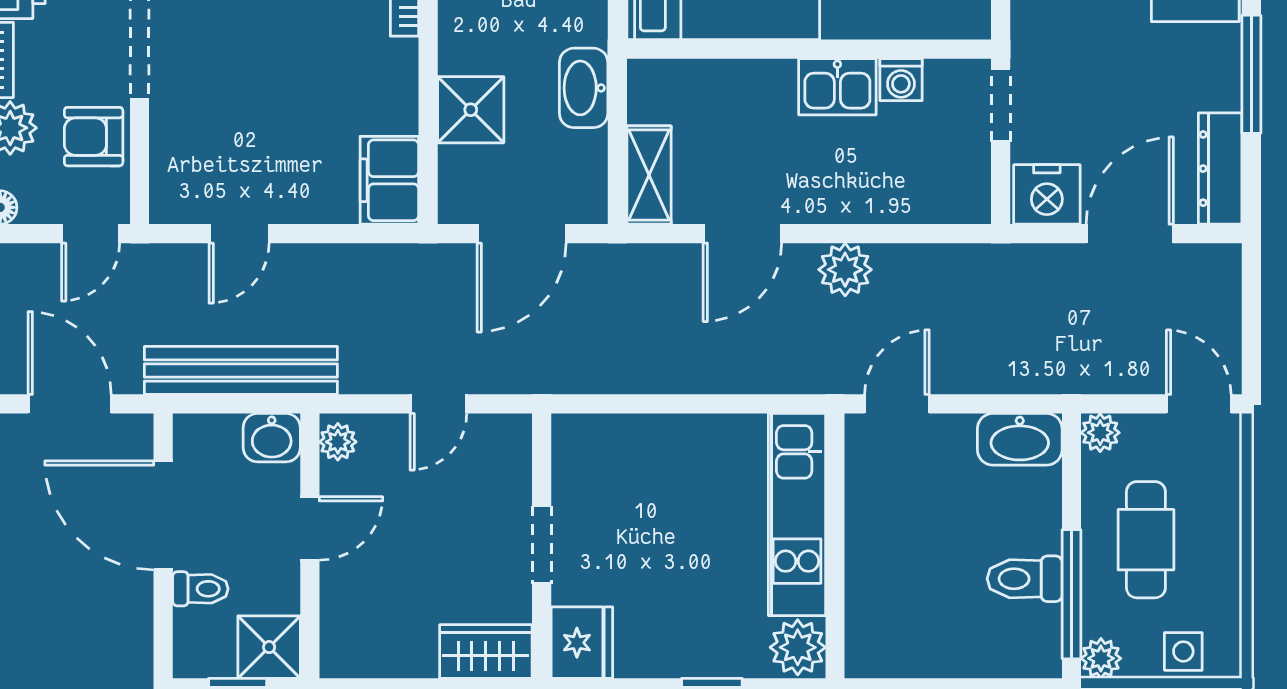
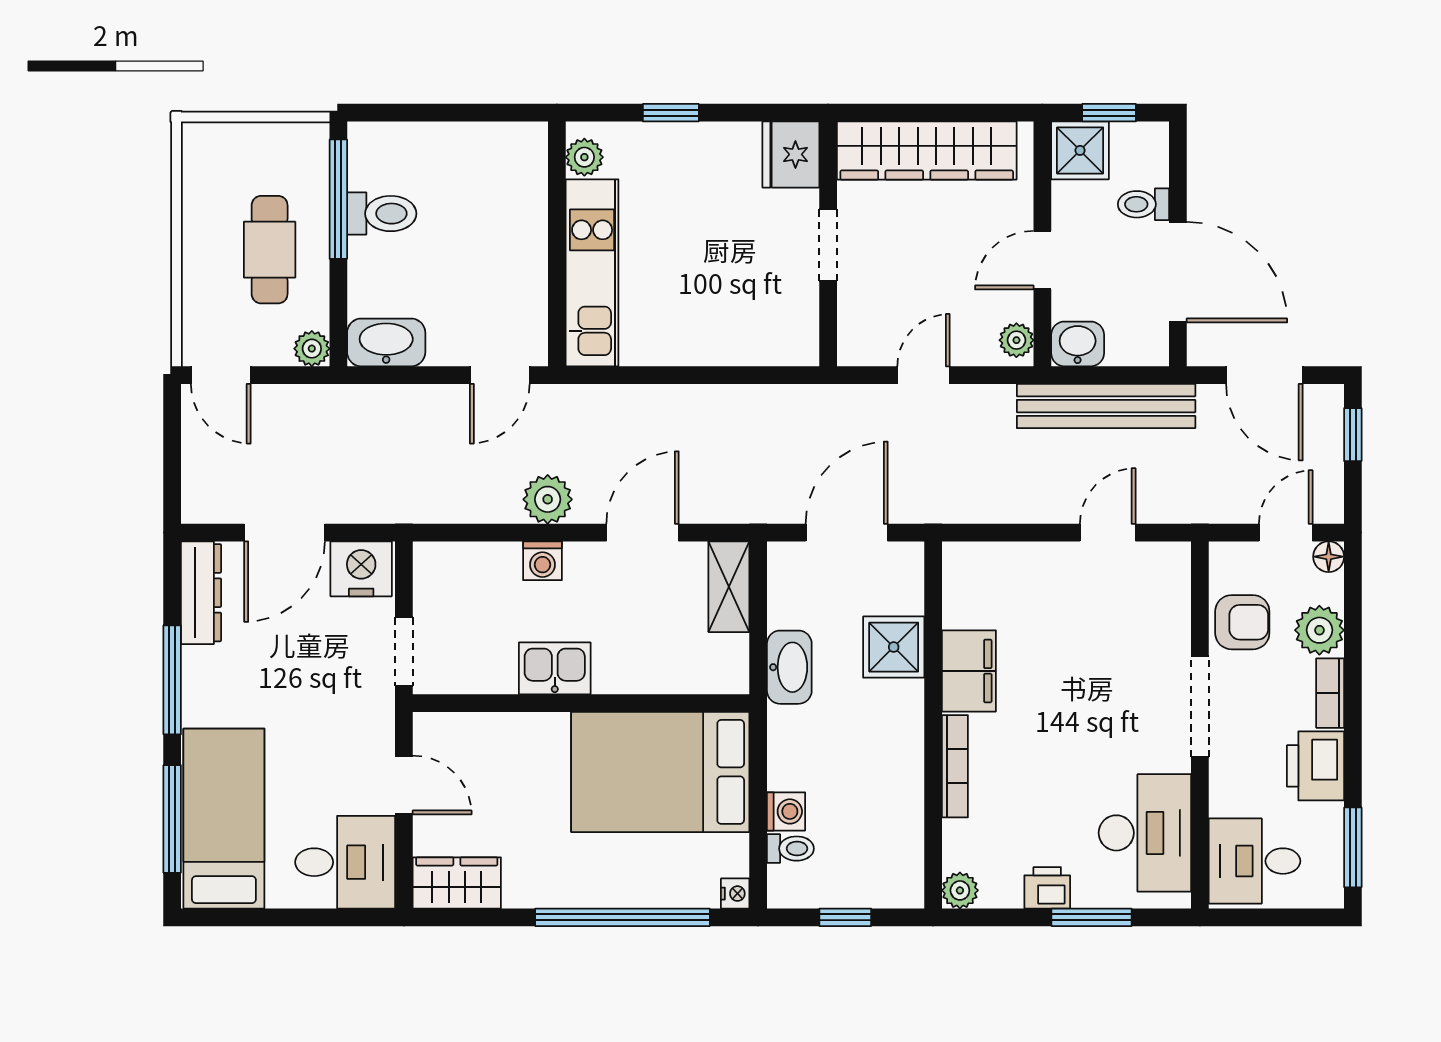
washing machine: (901, 80) -> (542, 561), moved, turned 180
filing cabinet: (389, 180) -> (969, 671), moved
door: (91, 234) -> (1286, 533), moved
plant: (798, 647) -> (584, 157), width x0.73, depth x0.73
wardrobe: (486, 651) -> (927, 151), width x2.10, depth x1.17
side table: (1183, 651) -> (235, 146), removed
plant: (1101, 658) -> (311, 140), removed

